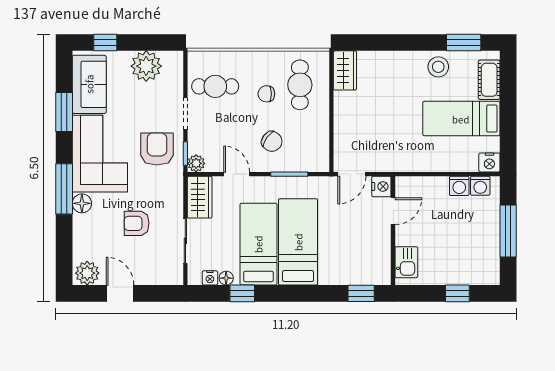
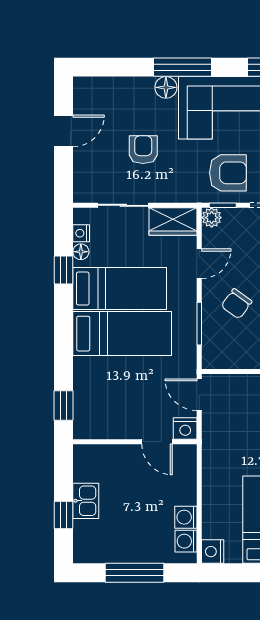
kitchen sink: (406, 262) -> (86, 501), moved, turned -90
plant: (87, 273) -> (87, 93), removed

